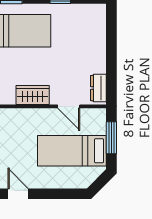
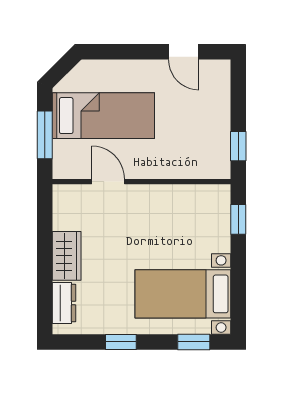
dresser: (98, 88) -> (64, 303), moved
wardrobe: (33, 95) -> (67, 256), moved, turned -90

